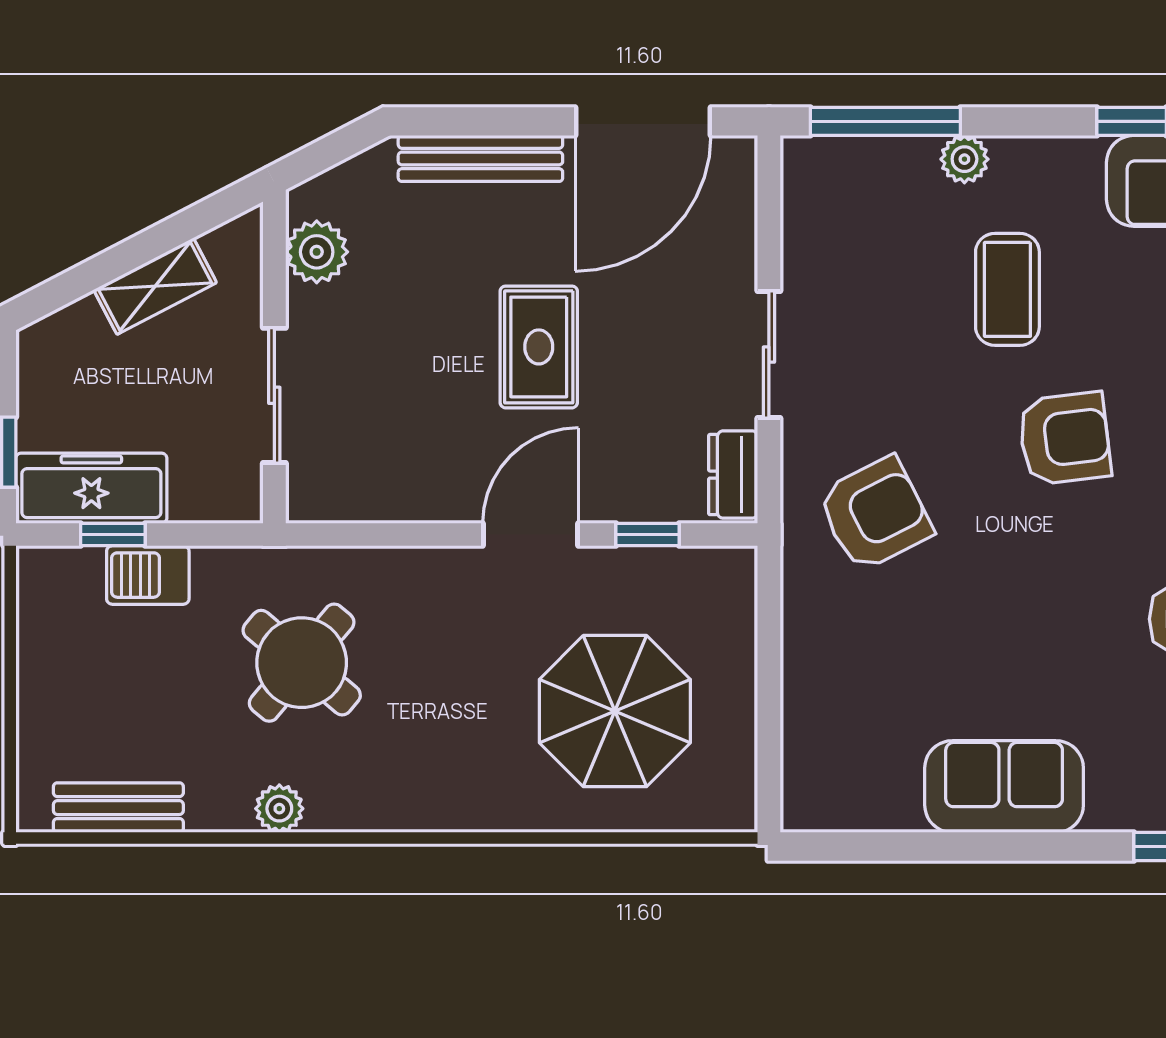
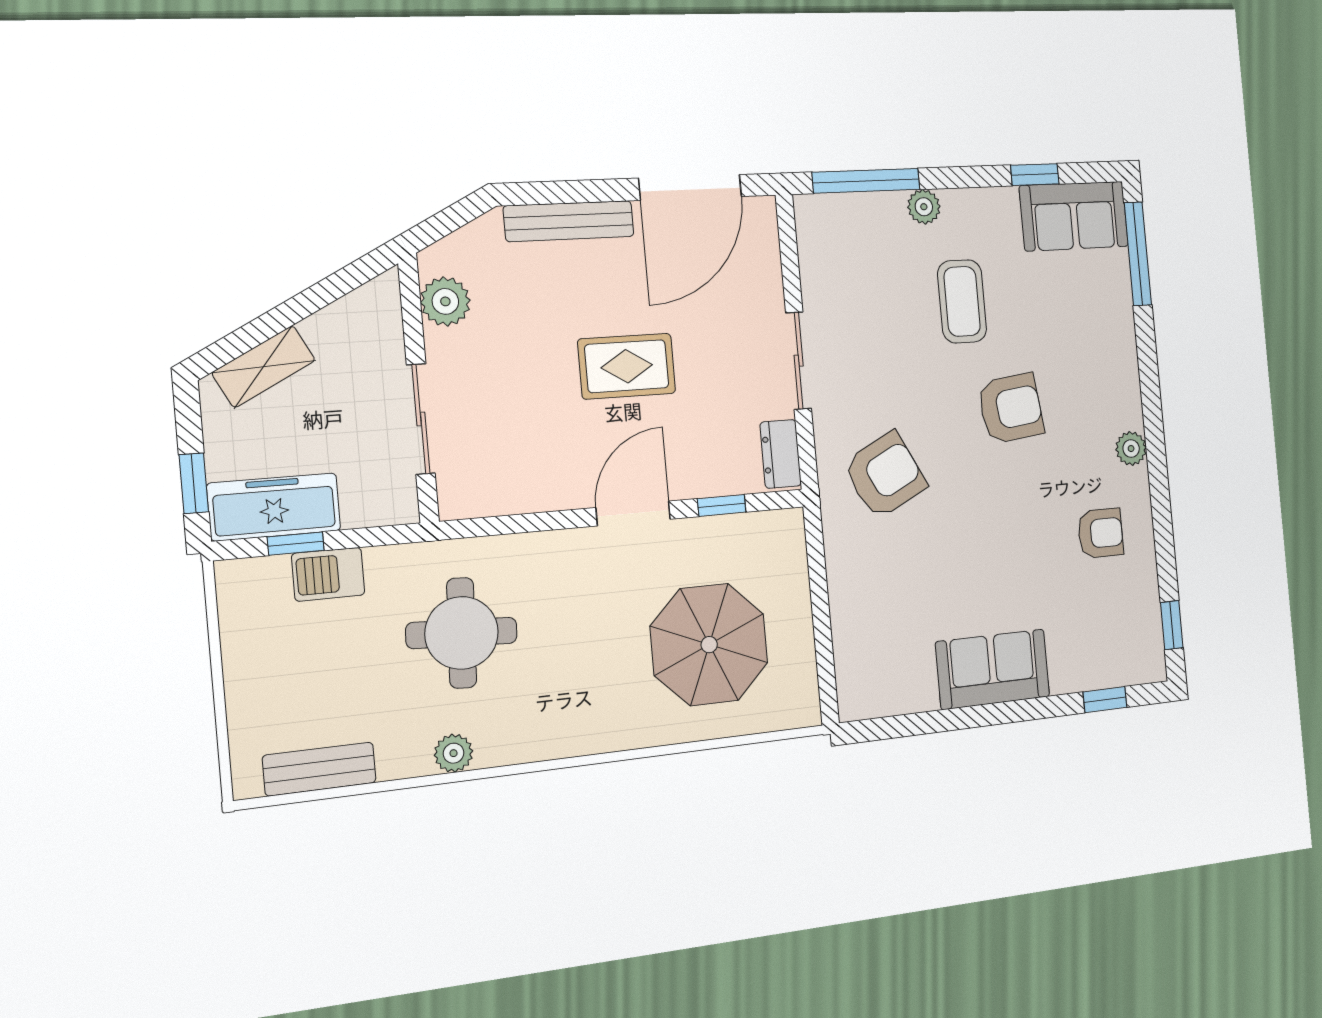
shelving: (155, 286) -> (264, 367), moved
rug: (539, 347) -> (627, 366), turned 90
round table: (302, 663) -> (462, 633), turned -37

